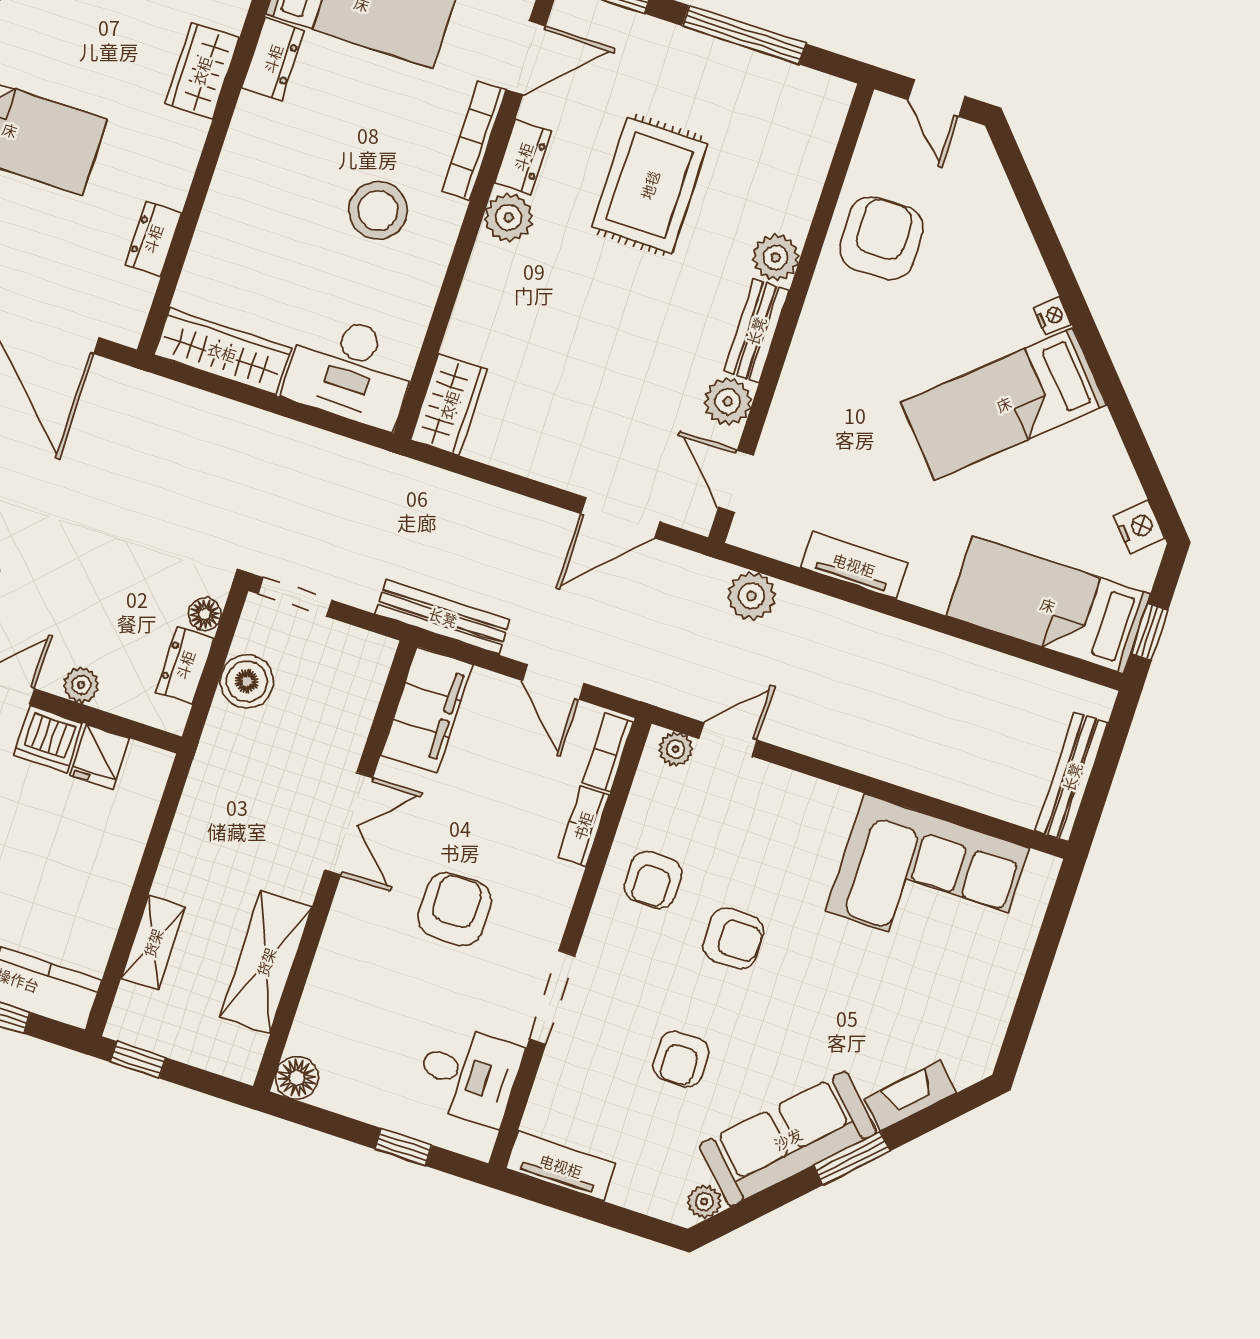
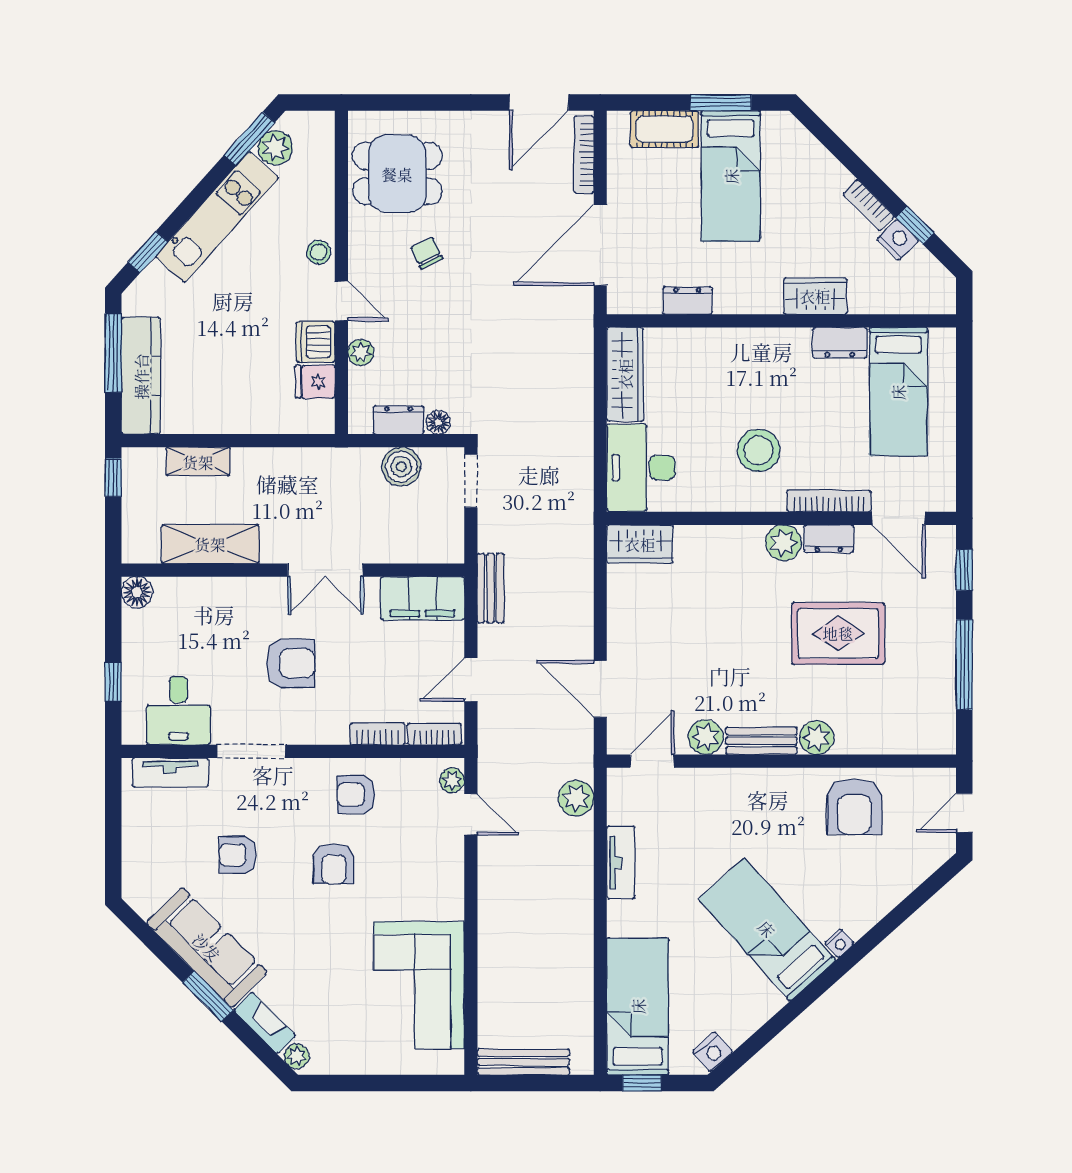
armchair: (881, 238) -> (854, 807), turned 91
bench: (443, 617) -> (491, 588), width x0.73
tv unit: (561, 1166) -> (170, 772), moved, turned 90
plant: (704, 1202) -> (297, 1056), moved

